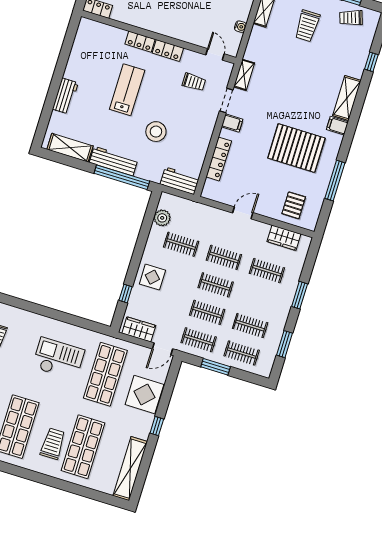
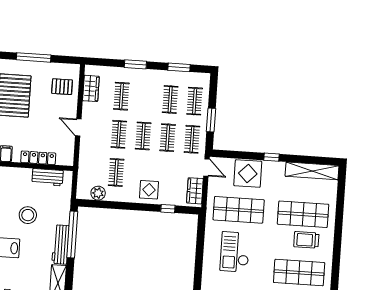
workbench: (180, 181) -> (48, 177), moved, turned -90

